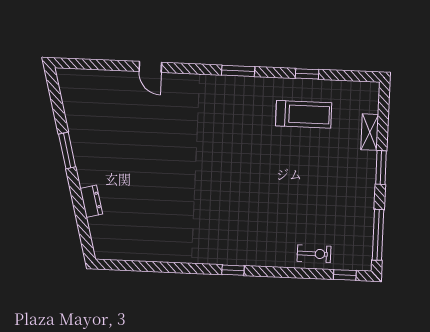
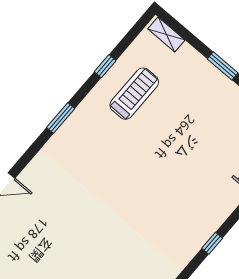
shelving: (370, 132) -> (166, 34), moved

